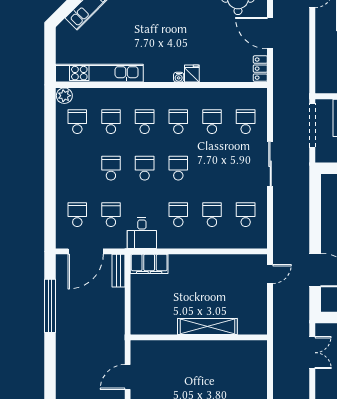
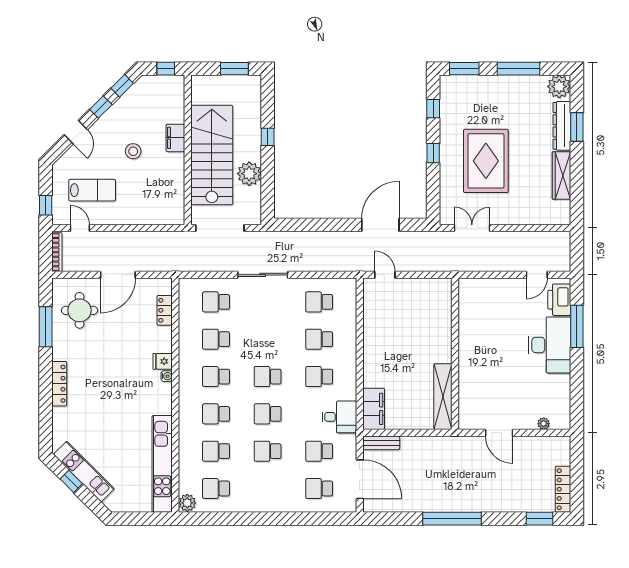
locker: (260, 69) -> (165, 310), moved, turned 90
window: (50, 306) -> (452, 519), moved
shelving: (207, 326) -> (443, 397), moved

